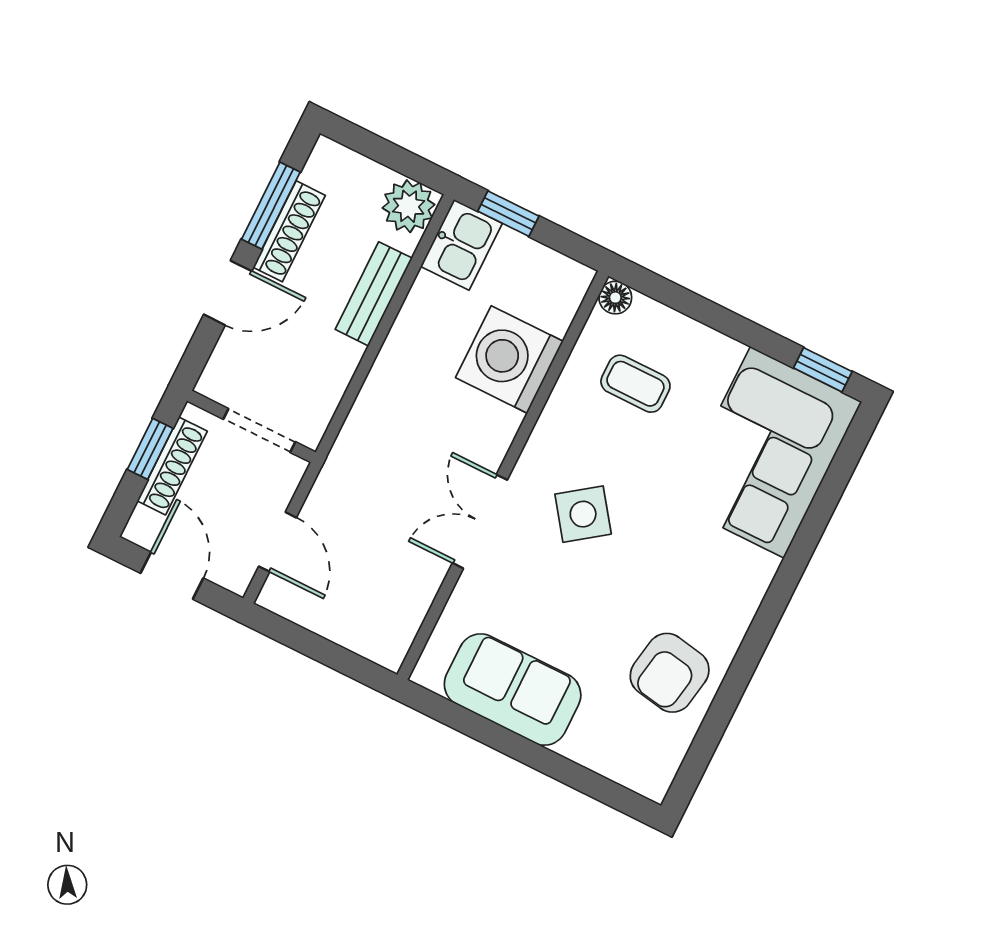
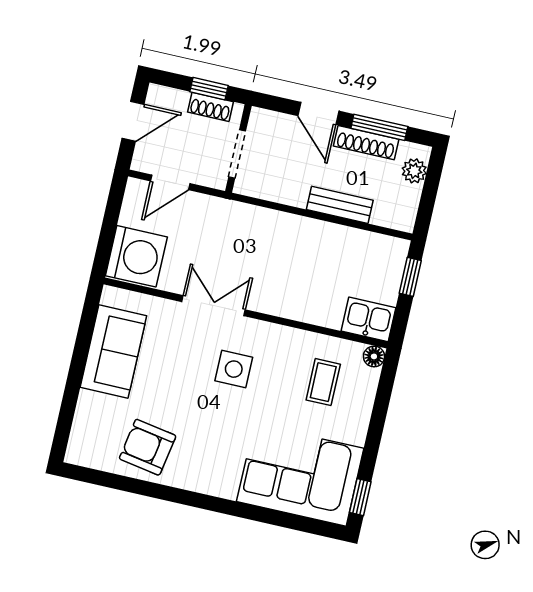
plant: (409, 206) -> (414, 171), moved, width x0.73, depth x0.73
kitchen sink: (461, 245) -> (368, 319), moved, turned 180
washing machine: (509, 359) -> (136, 256), moved, turned 90
shoe rack: (172, 466) -> (210, 107), width x0.70
side table: (583, 514) -> (234, 369), turned 36

